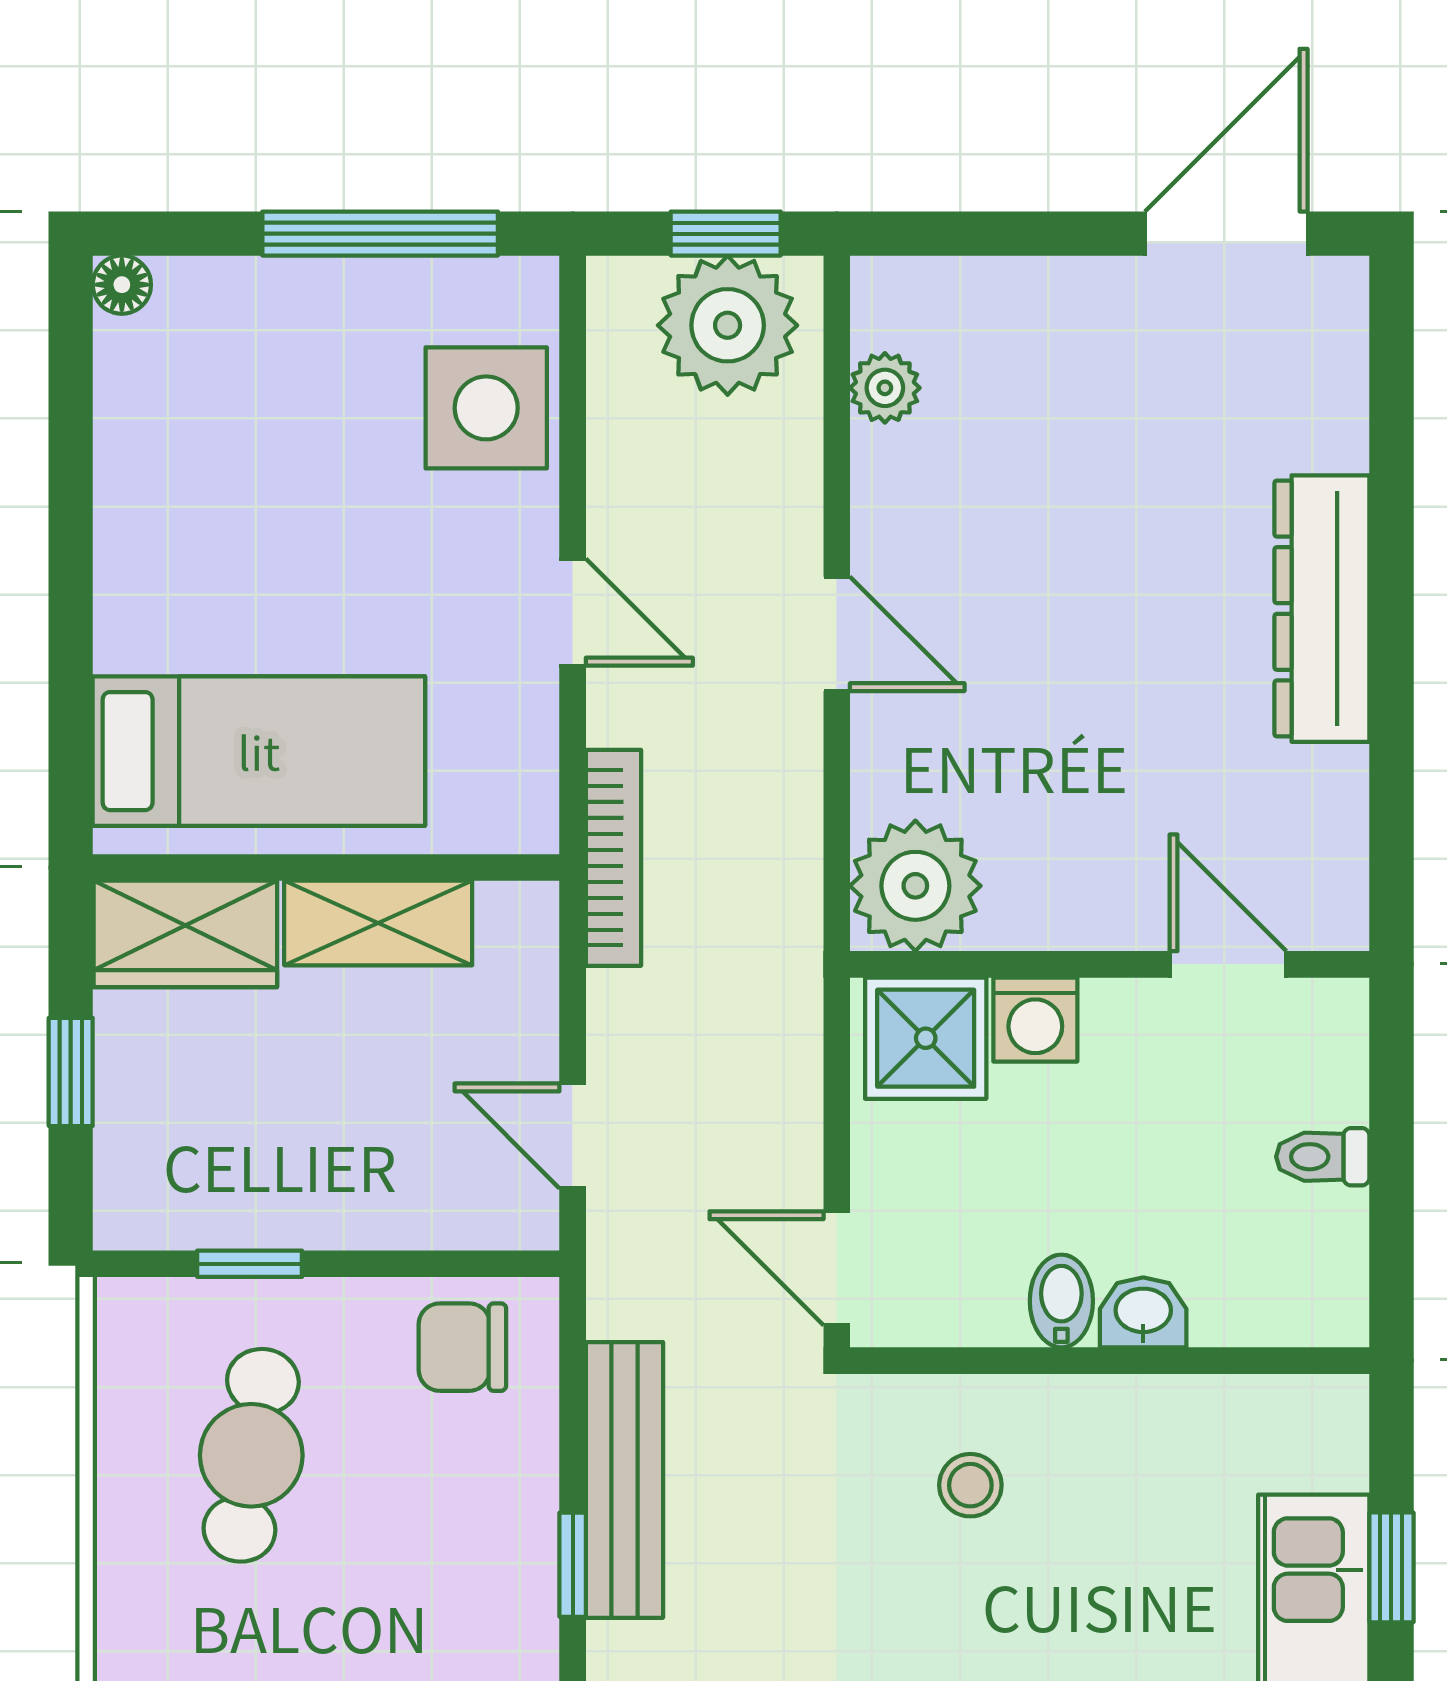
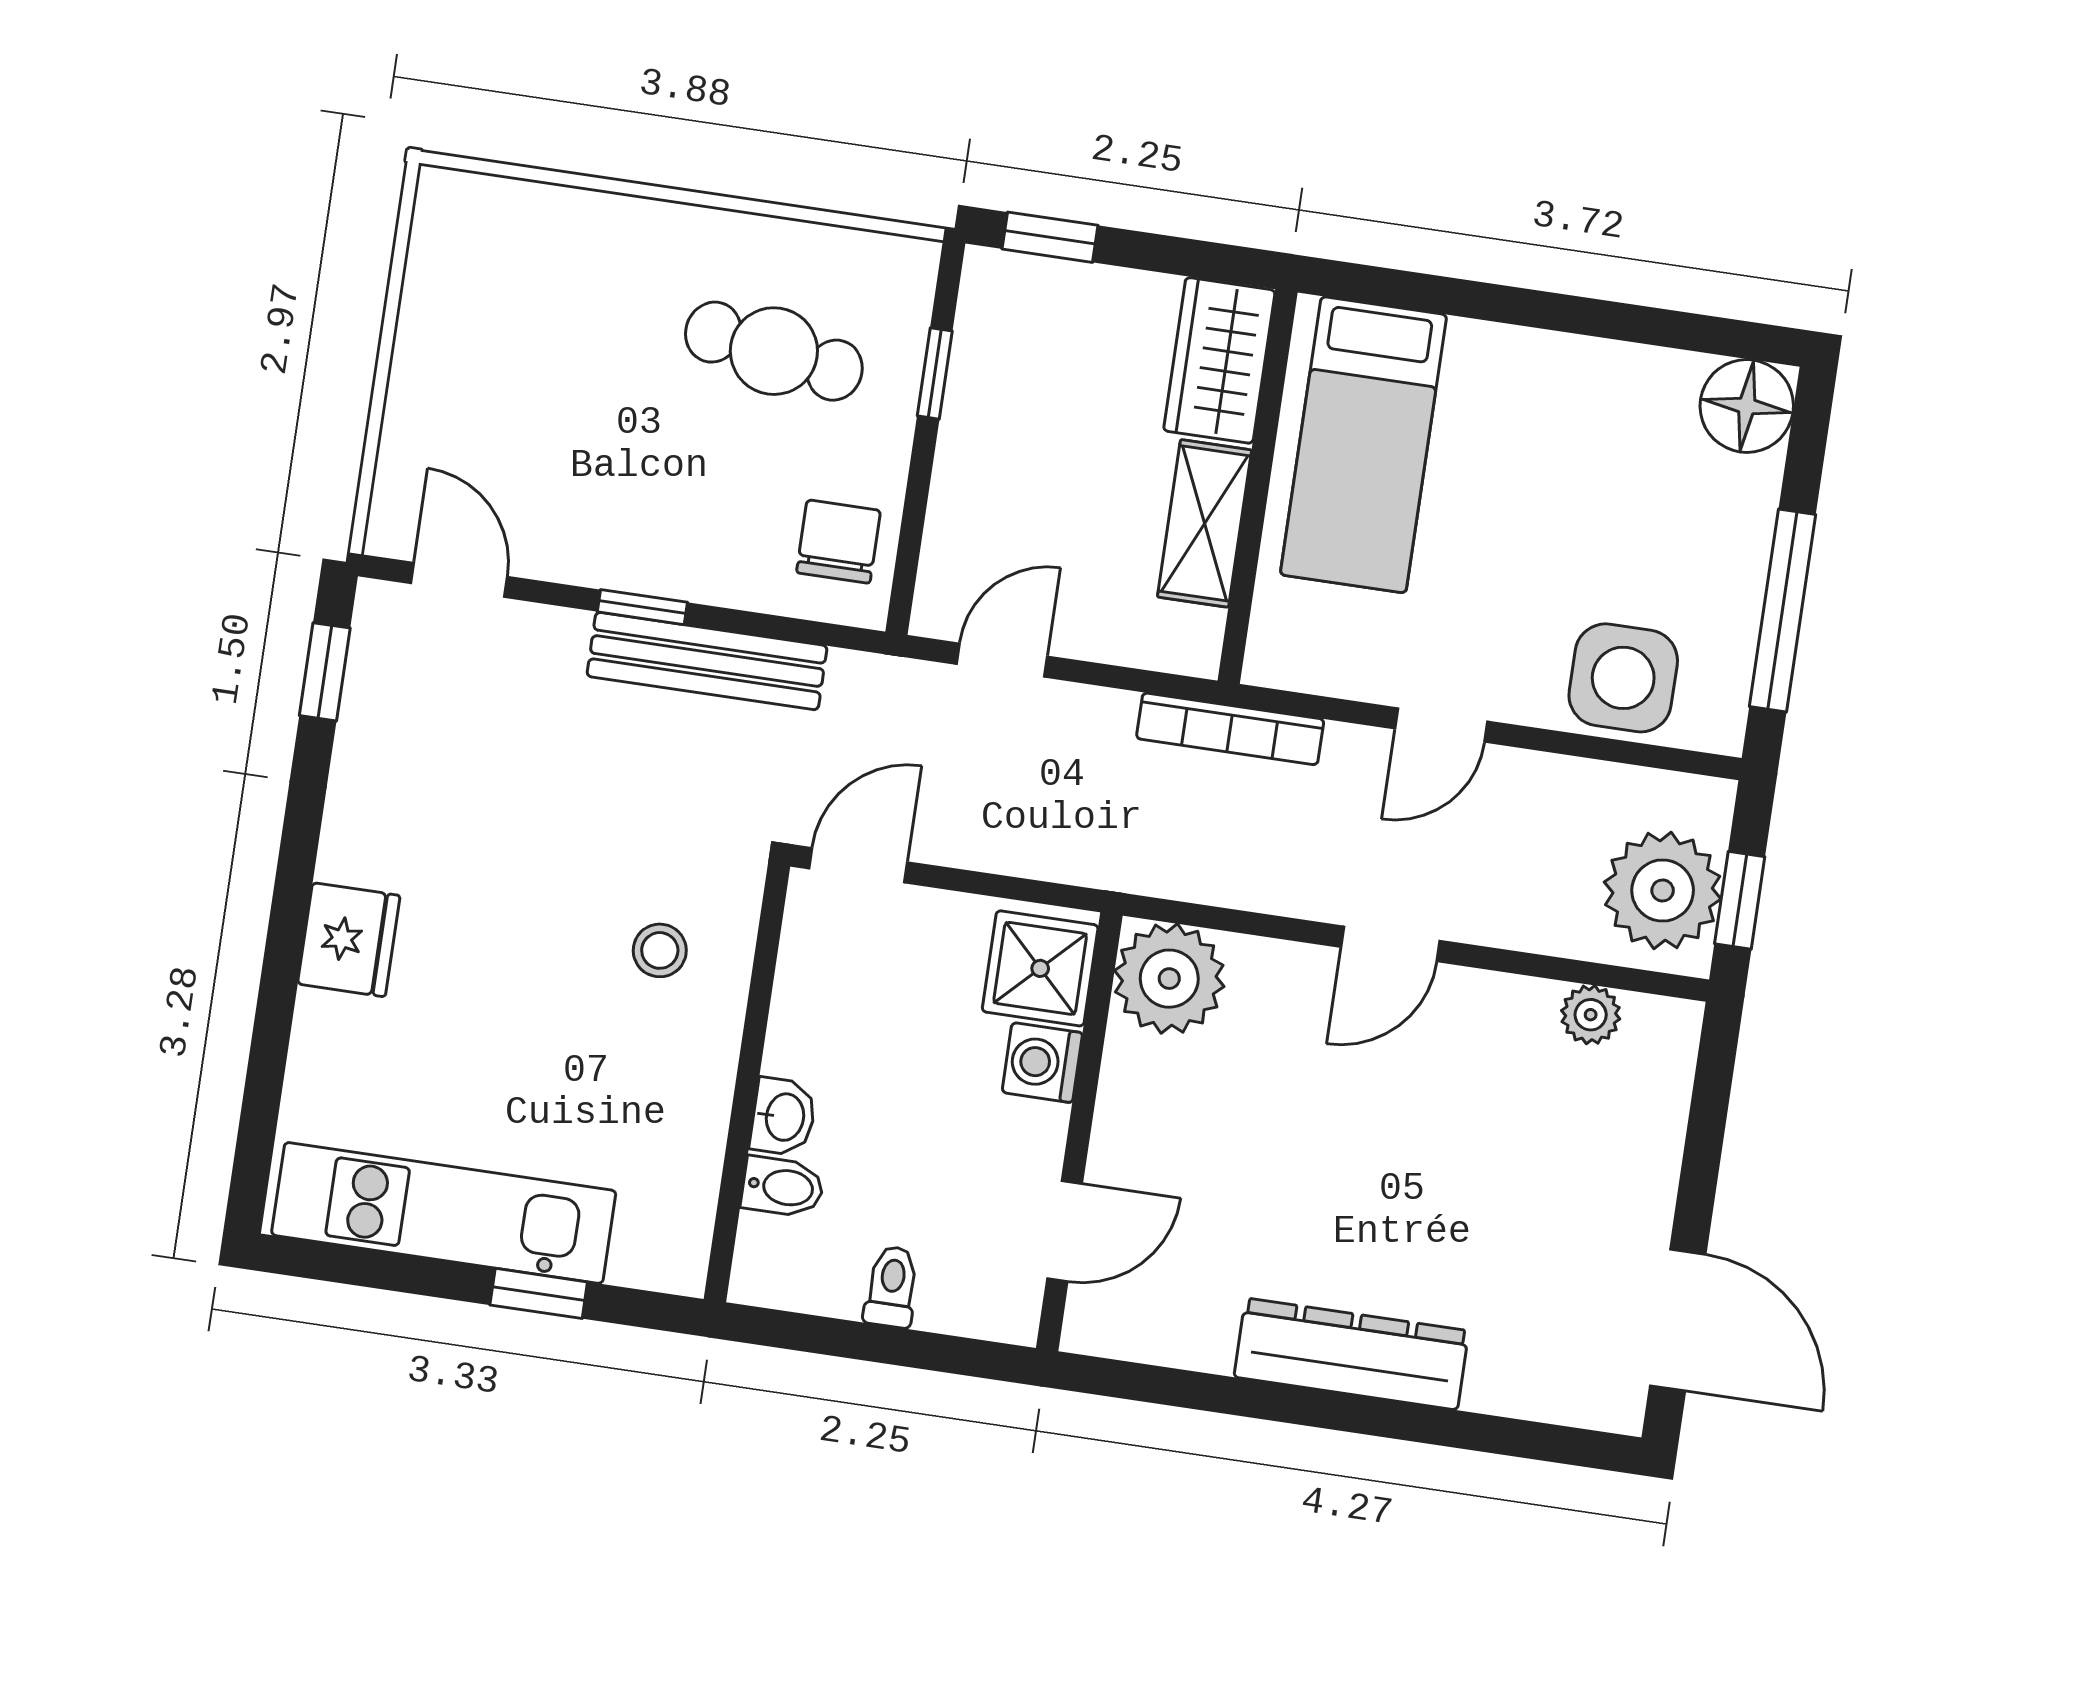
floor lamp: (122, 285) -> (1747, 406), width x1.89, depth x1.89
window: (71, 1072) -> (1050, 237), moved
bidet: (1061, 1301) -> (783, 1187), moved

